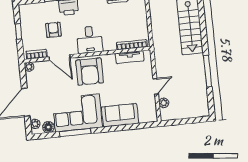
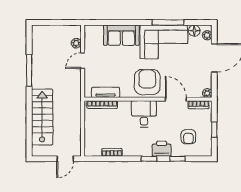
armchair: (53, 30) -> (188, 137), moved

